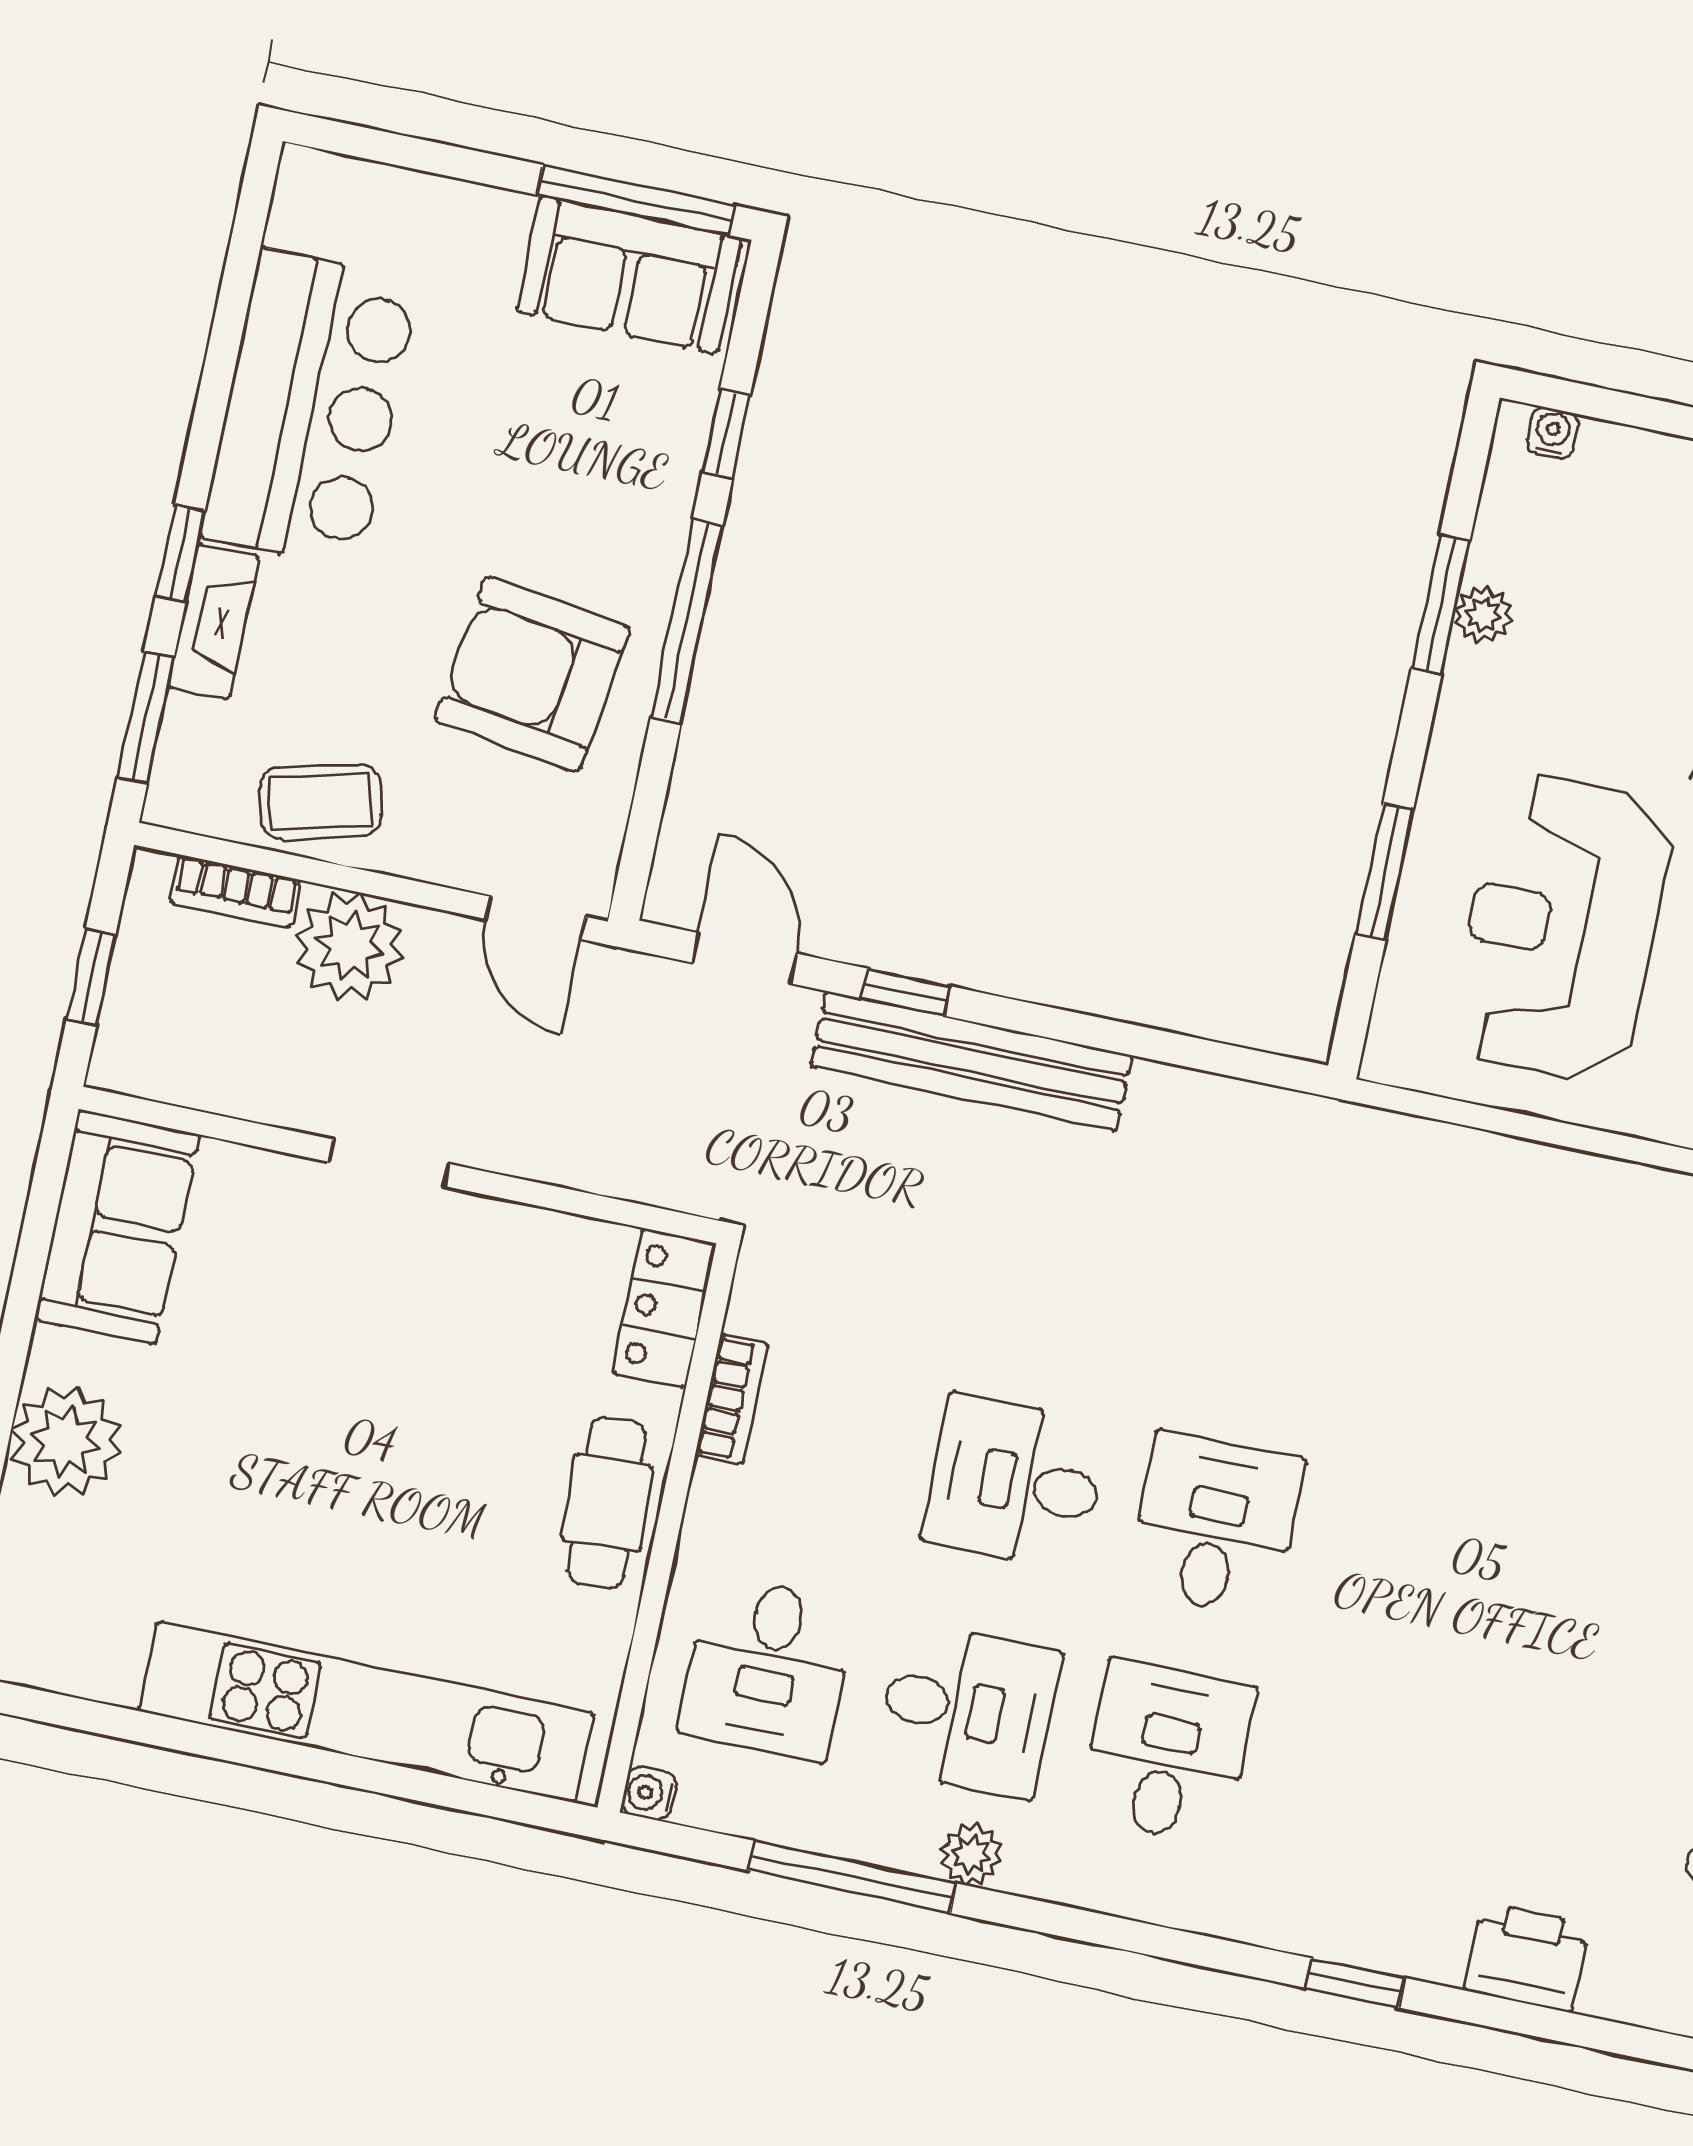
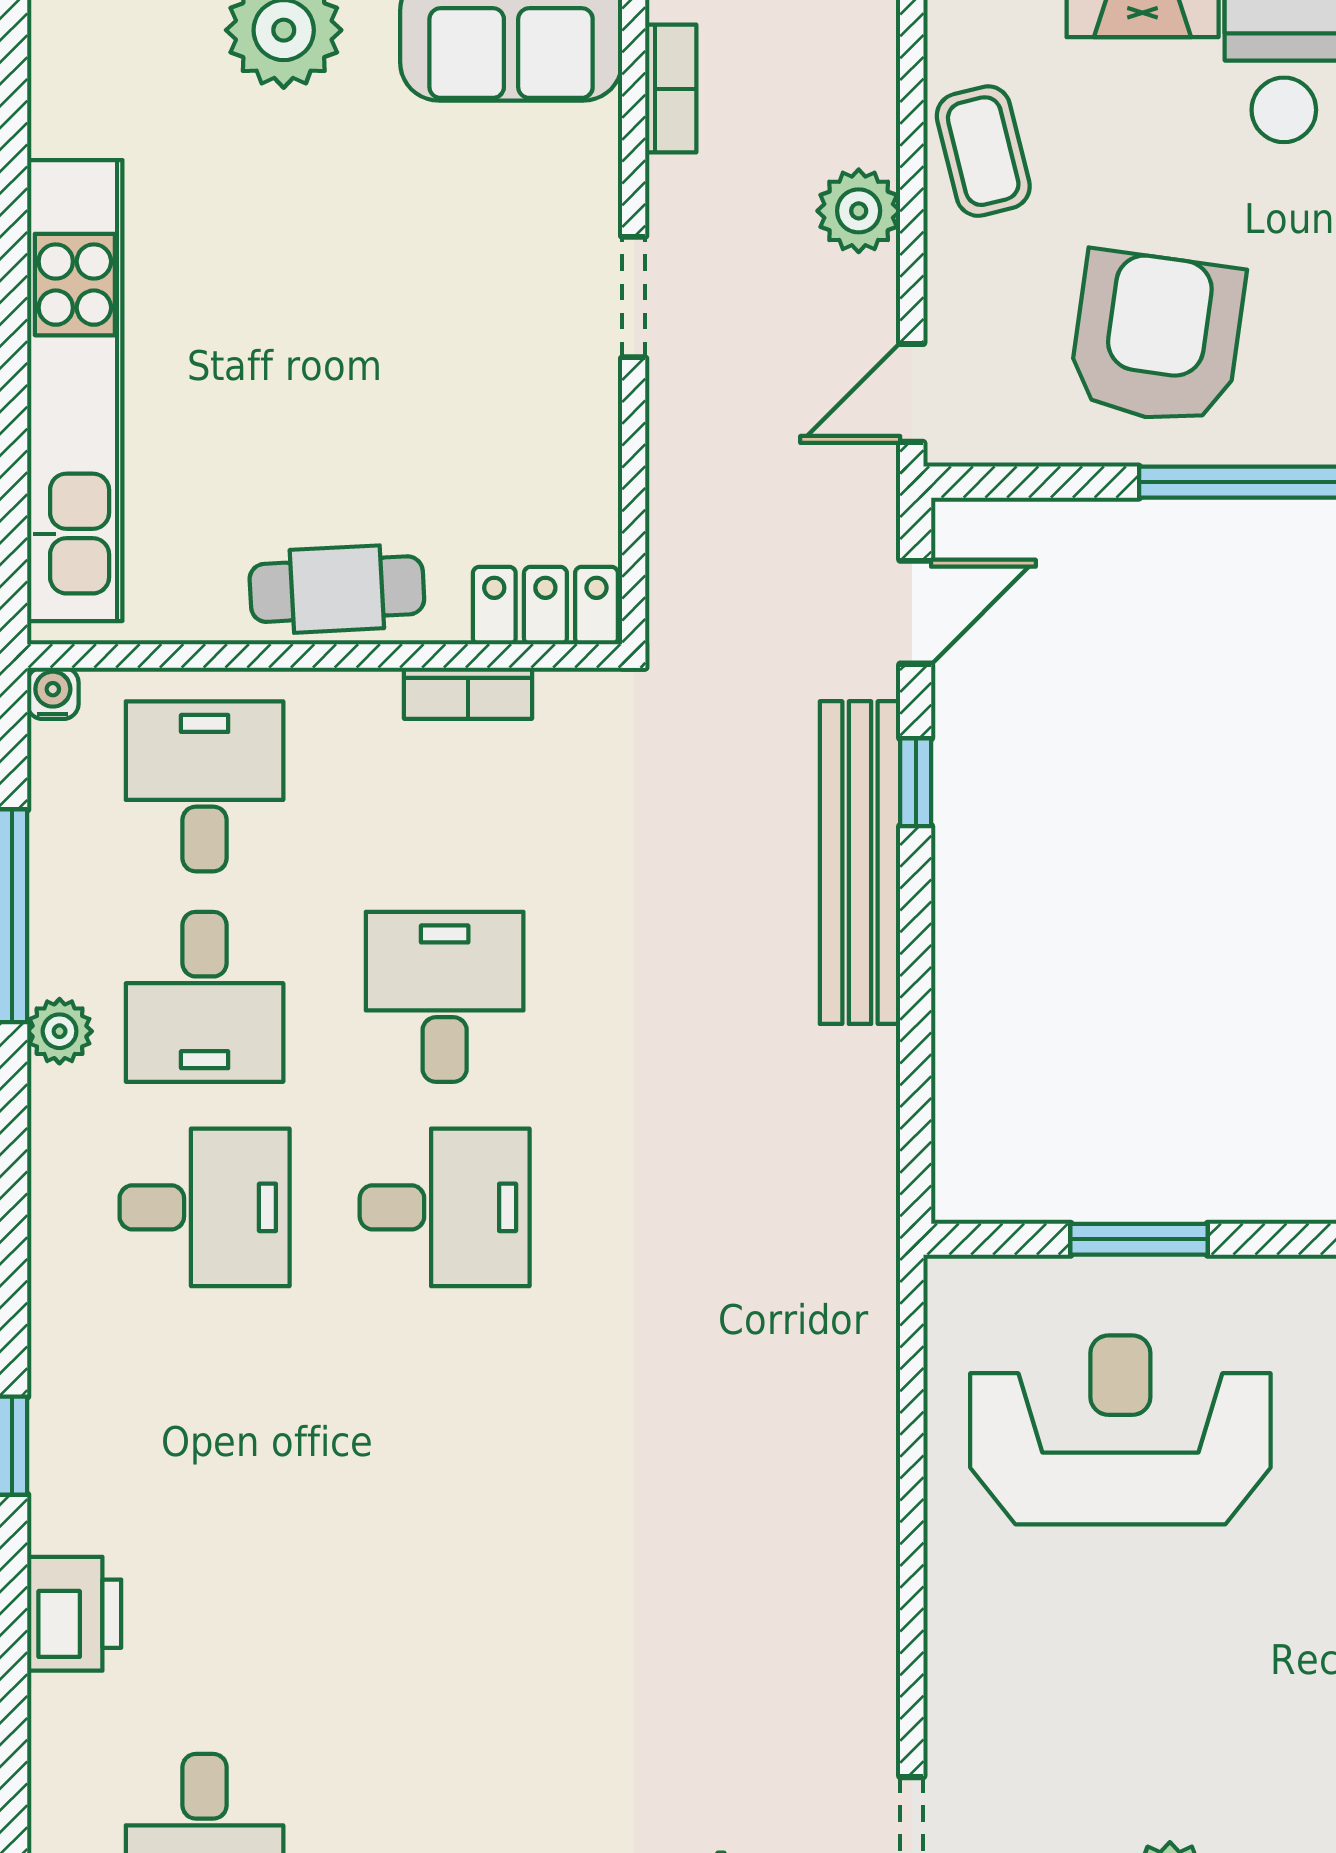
bookcase: (235, 891) -> (671, 89), moved, turned 180
plant: (349, 946) -> (859, 211), width x0.73, depth x0.73
desk: (768, 1668) -> (205, 786), turned 90

